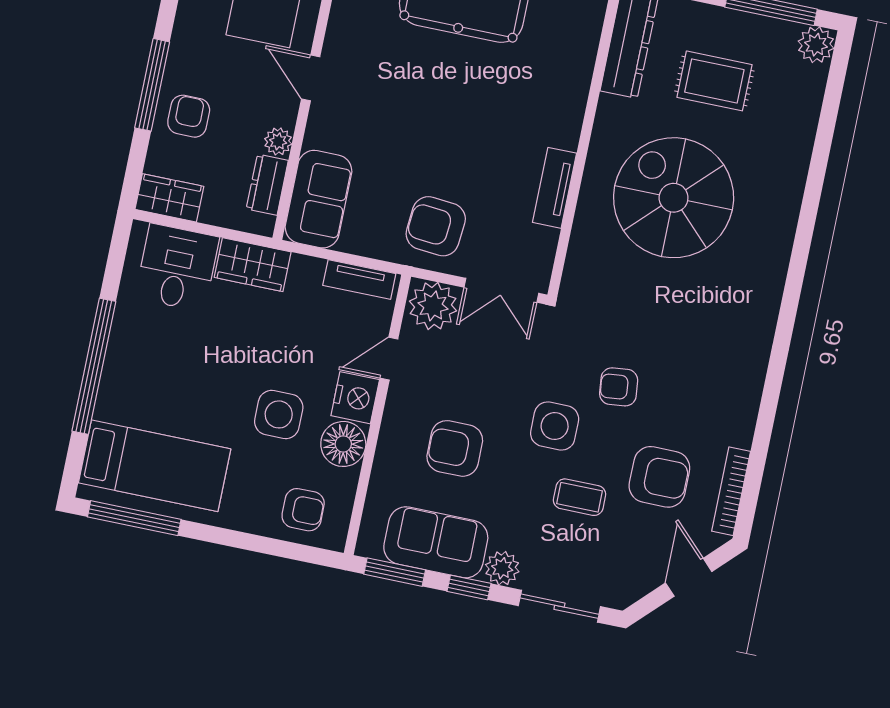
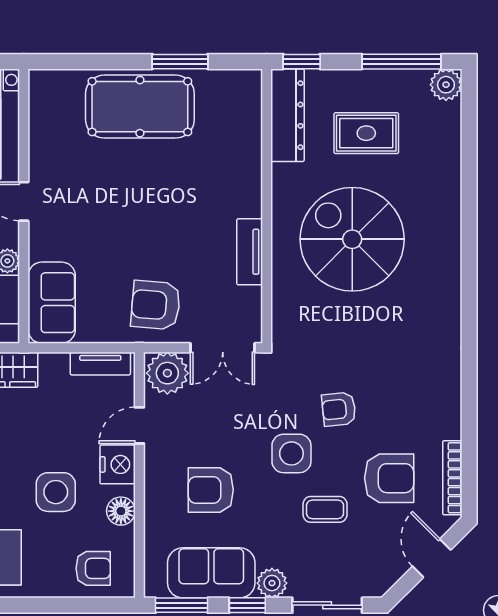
floor lamp: (343, 444) -> (121, 511), width x0.73, depth x0.73

